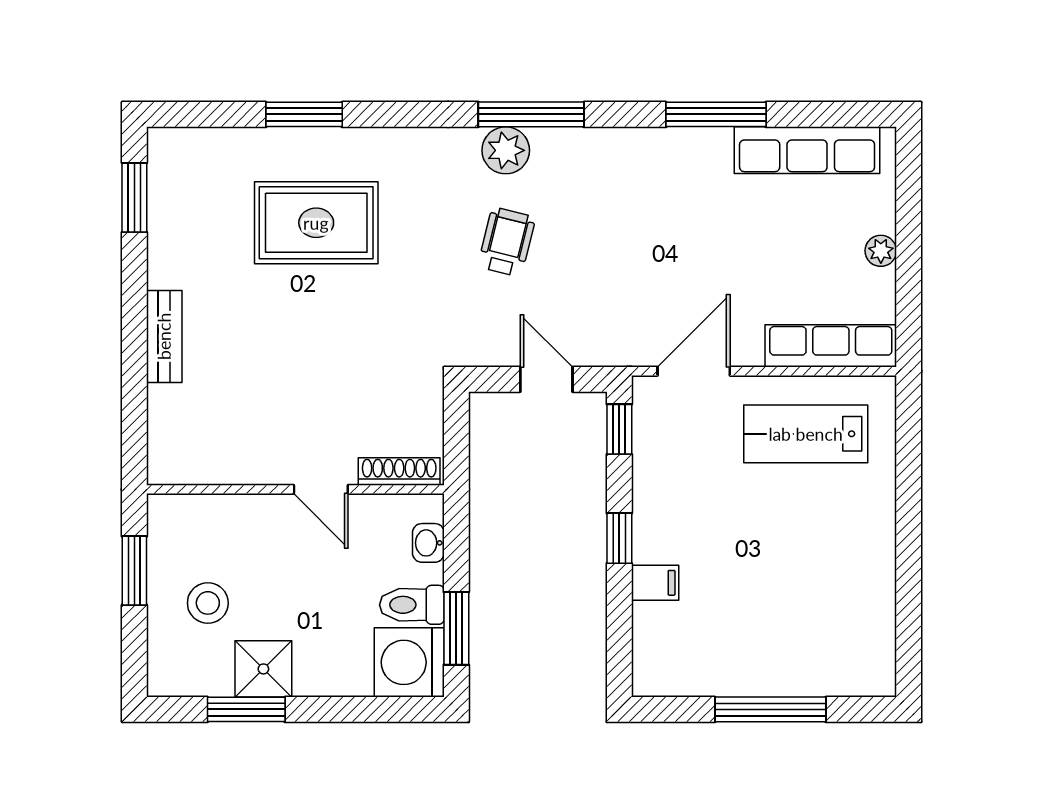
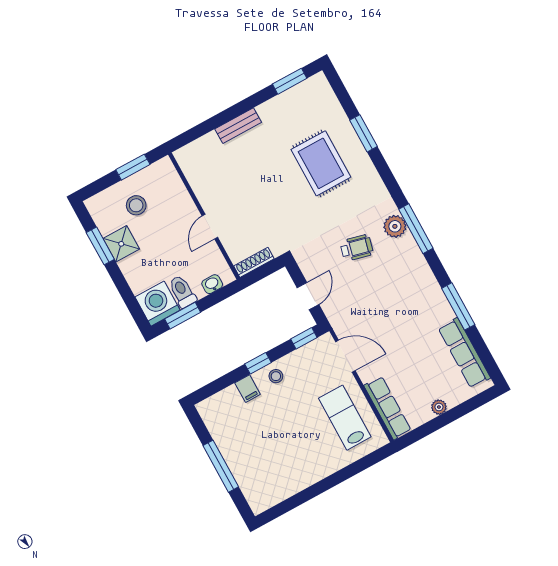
shoe rack: (399, 471) -> (254, 262), moved, turned -90
stool: (661, 518) -> (276, 376), added

